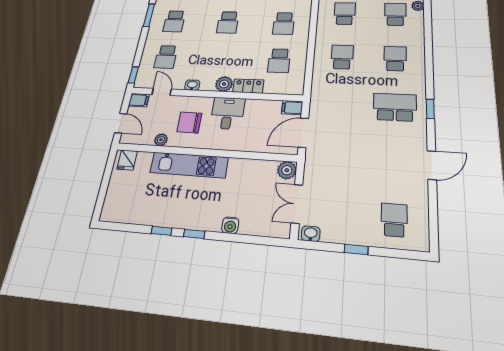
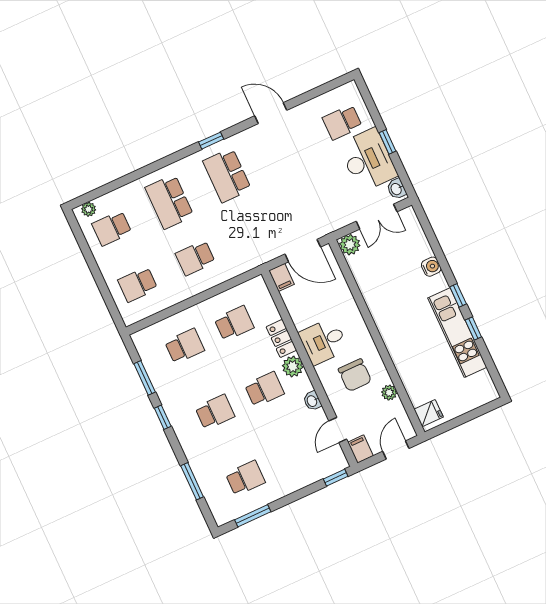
school desk: (166, 57) -> (264, 389), moved
school desk: (395, 59) -> (169, 202), width x1.85
kitchen unit: (189, 165) -> (457, 333), moved, turned 180
desk: (349, 223) -> (368, 160), added

